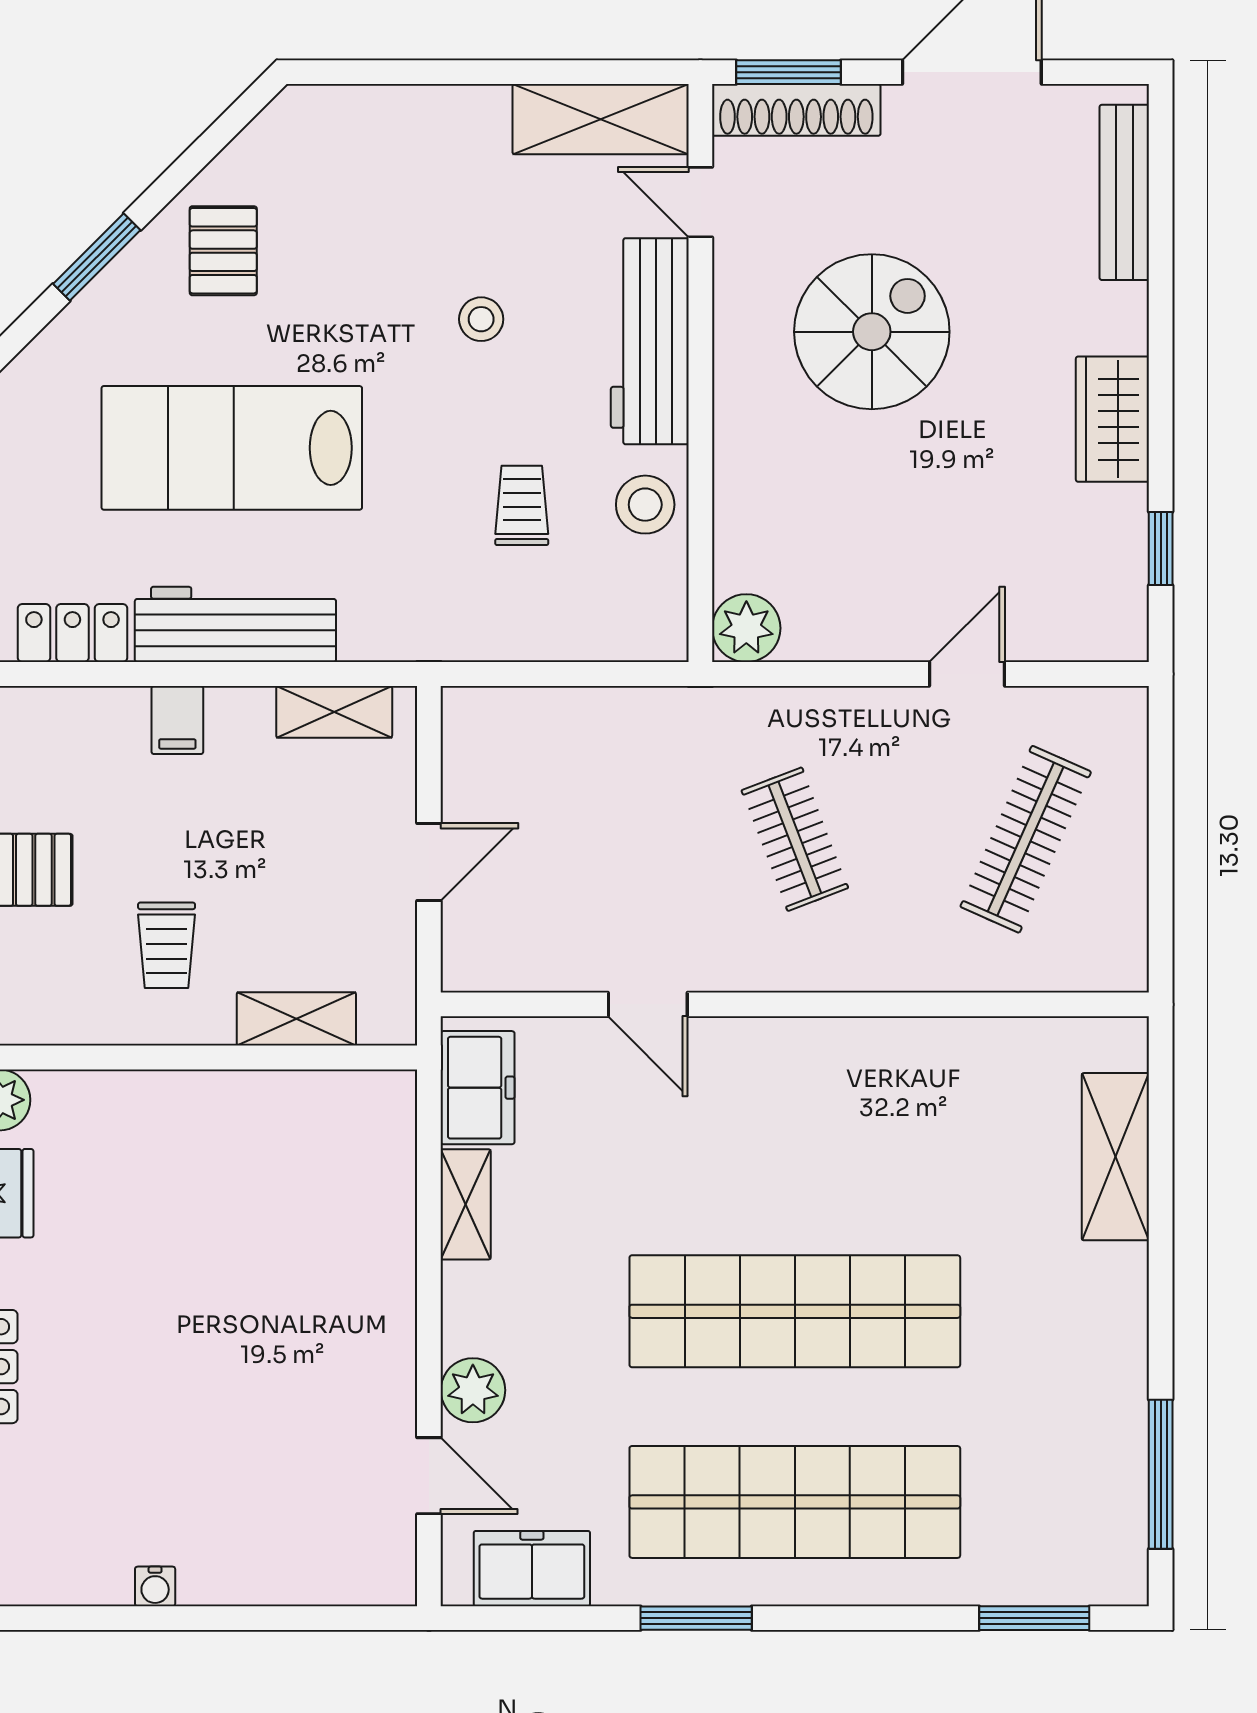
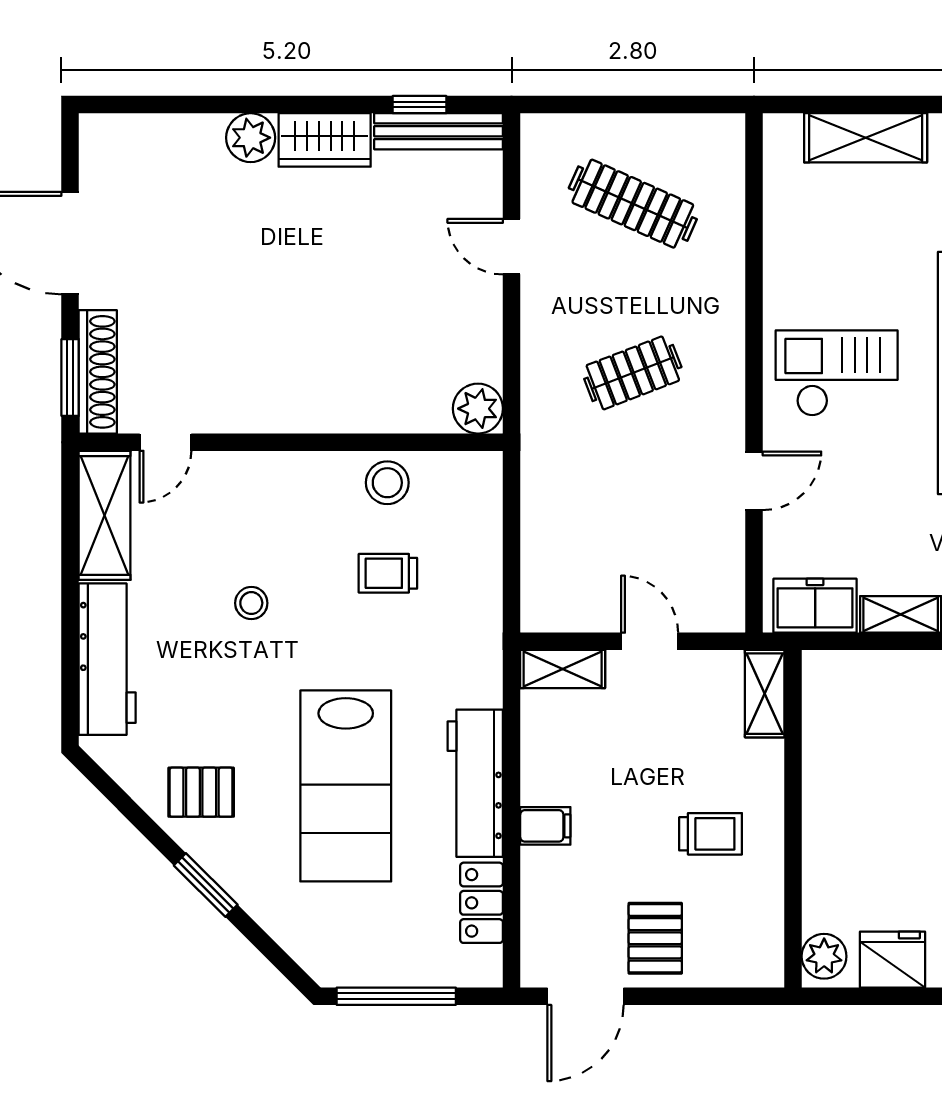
bench: (1124, 192) -> (439, 131), moved
plant: (1115, 318) -> (251, 138), added
spiral stairs: (872, 332) -> (260, 316), removed
workbench: (650, 341) -> (107, 659), moved, turned -90
shelving: (334, 712) -> (563, 669), moved, turned 90
shelving: (296, 1019) -> (765, 694), moved
checkout: (795, 1117) -> (837, 373), added

